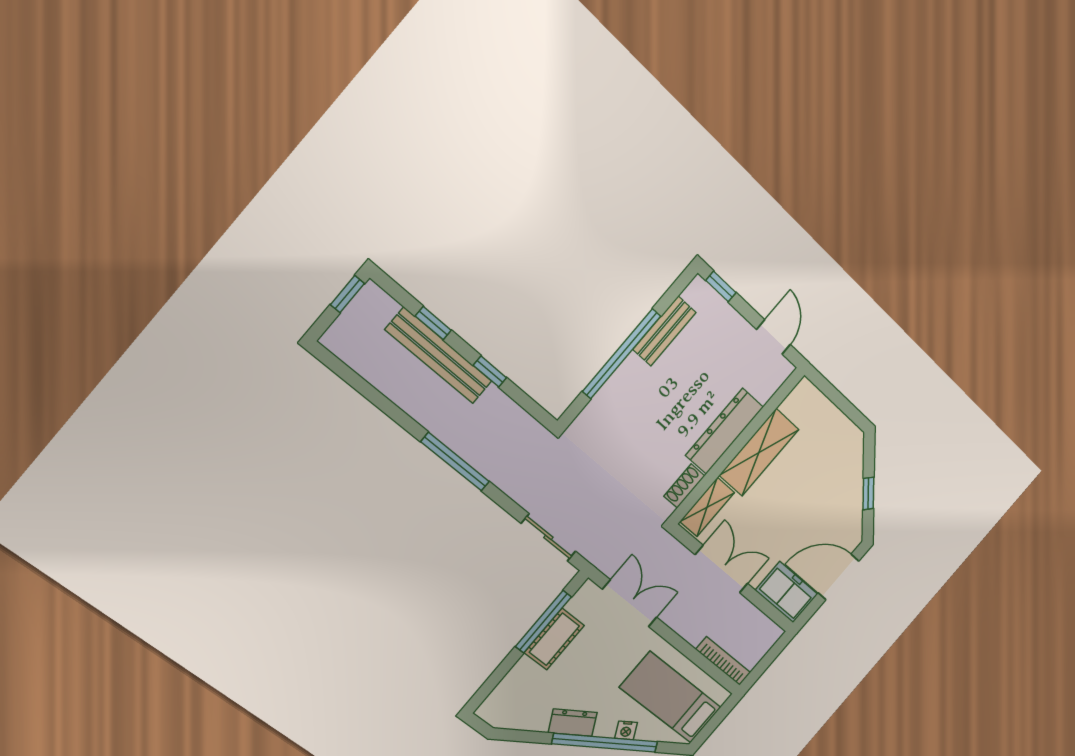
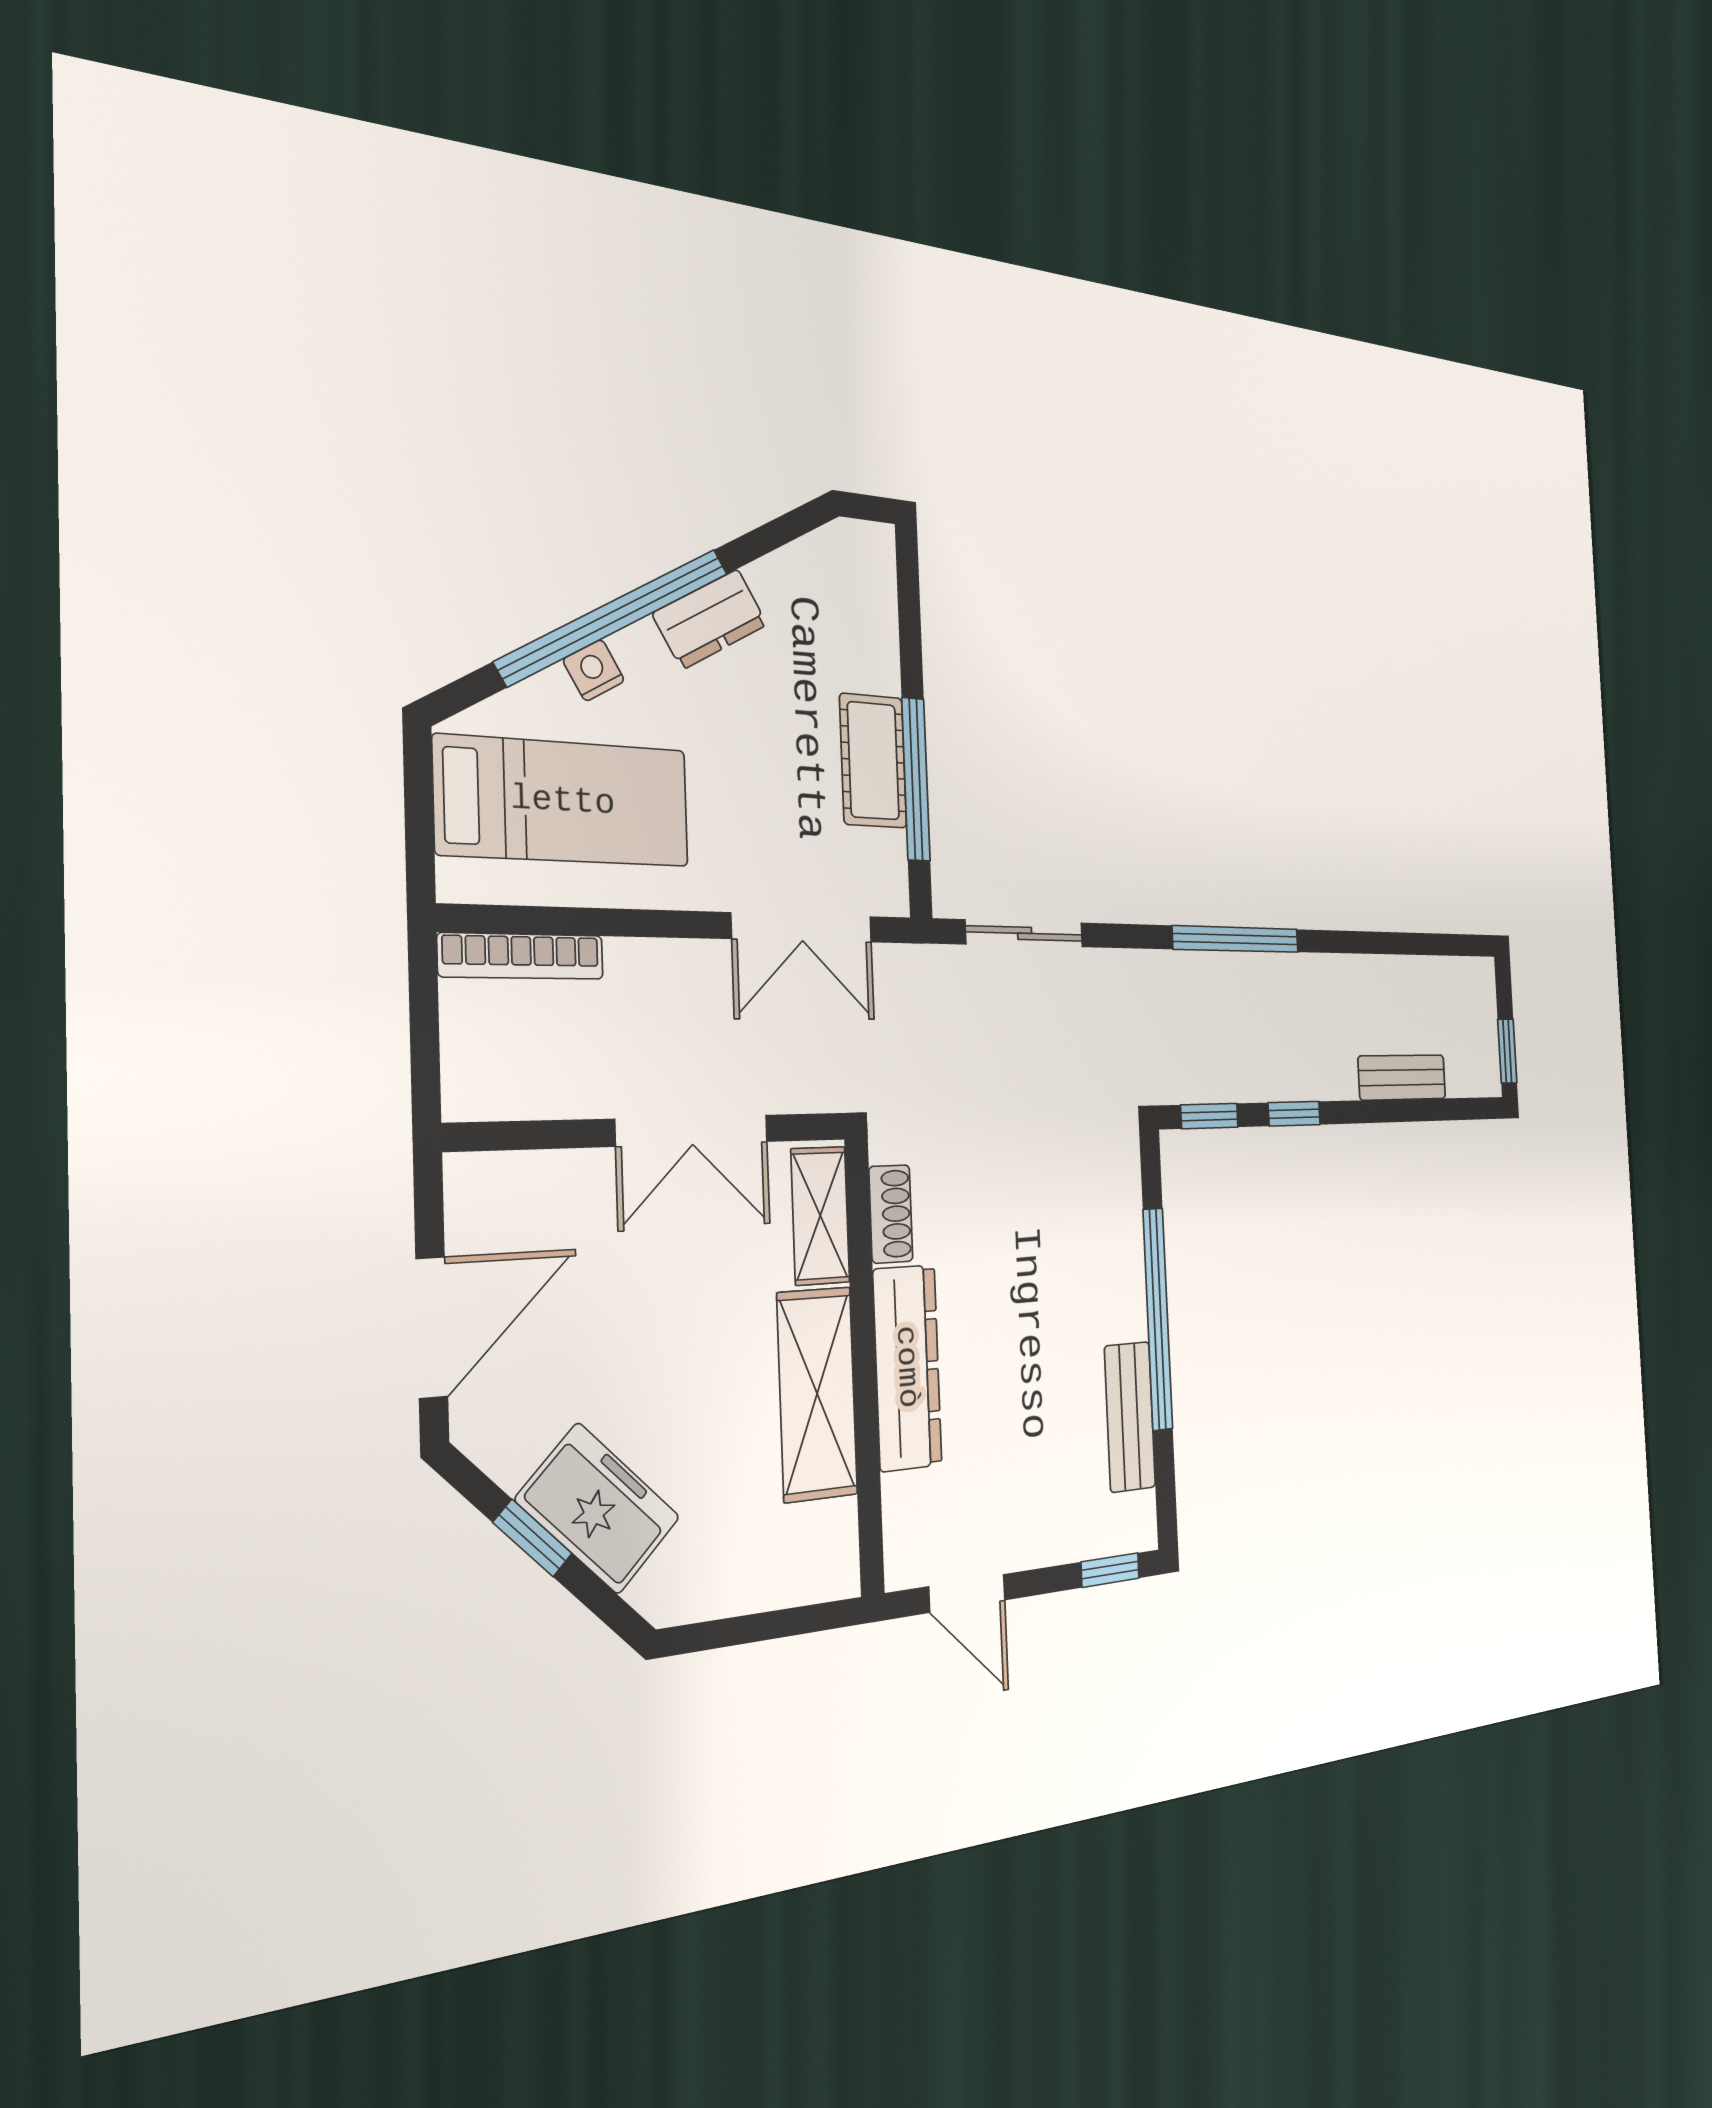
window: (433, 323) -> (1209, 1116), moved
bench: (439, 356) -> (1402, 1077), width x0.54, depth x0.82
freezer: (786, 592) -> (598, 1508), moved, turned -135

